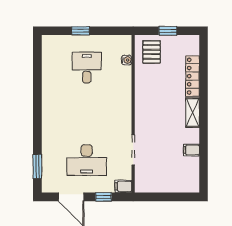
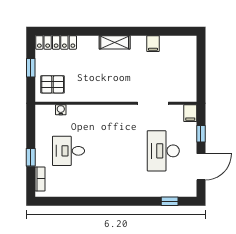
bookcase: (59, 40) -> (40, 179), added
locker: (193, 76) -> (56, 42), moved
desk: (87, 160) -> (163, 151), turned 180
window: (37, 166) -> (170, 201), width x0.67

